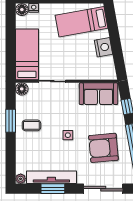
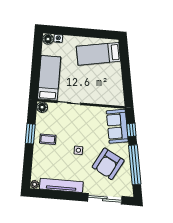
nightstand: (103, 47) -> (115, 77), removed
sofa: (98, 94) -> (117, 126), moved, turned 80
armchair: (103, 148) -> (108, 164), turned -57
window: (53, 189) -> (62, 195), removed

